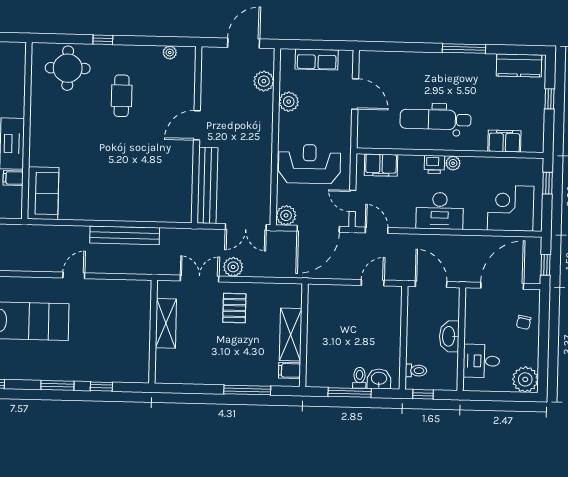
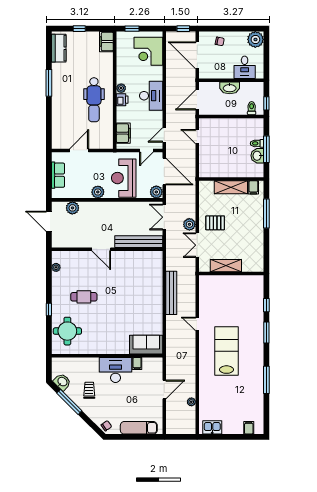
plant: (289, 102) -> (98, 192), moved
filing cabinet: (504, 141) -> (106, 42), moved
double door: (246, 227) -> (164, 217), swing flipped
washbasin: (379, 379) -> (257, 156), moved

